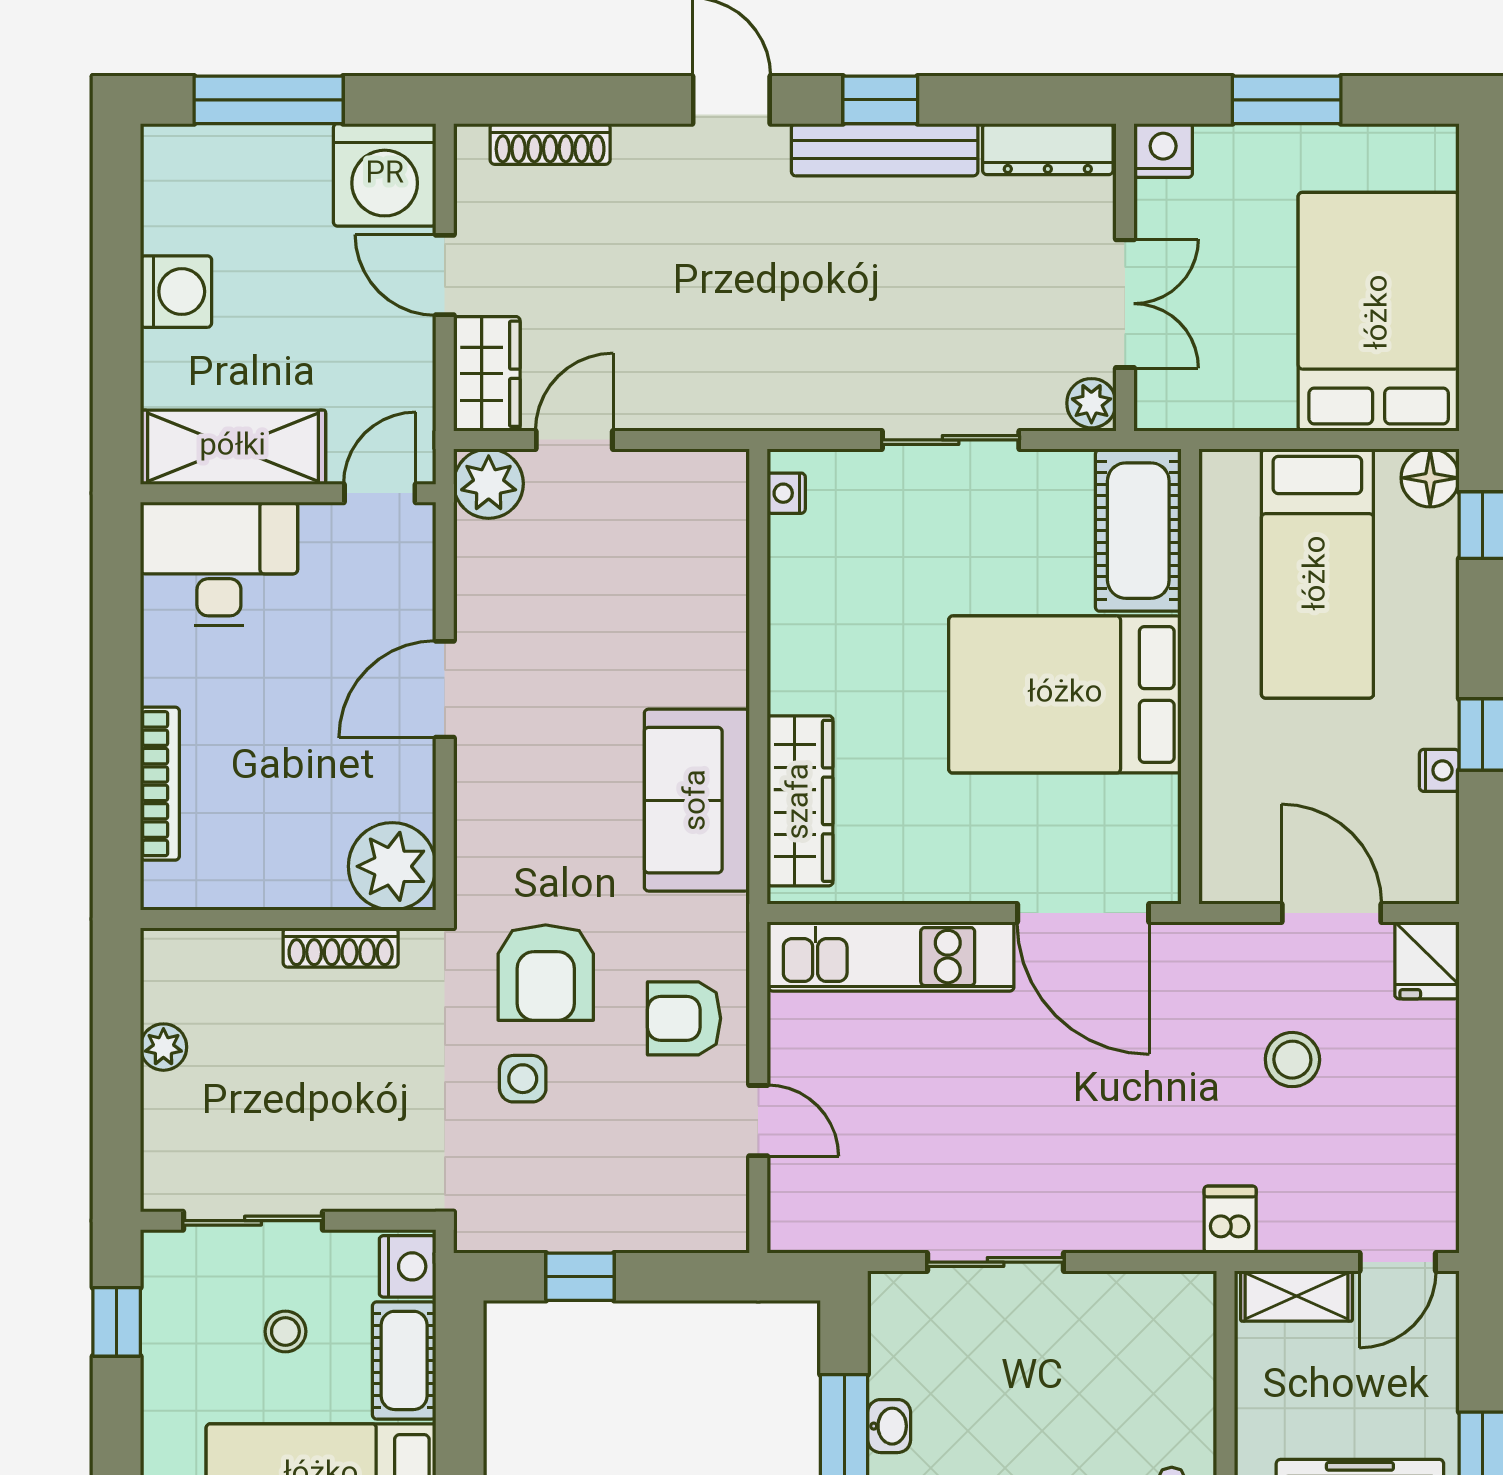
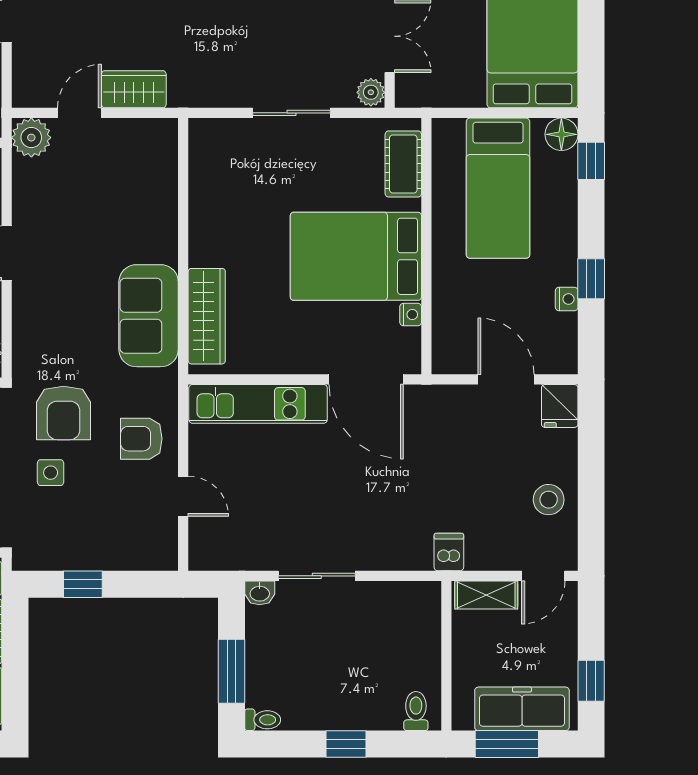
wardrobe: (487, 374) -> (134, 89), moved, turned -90
nightstand: (786, 493) -> (411, 315), moved, turned 180
cot: (1138, 531) -> (403, 164), width x0.73, depth x0.75
stool: (1292, 1060) -> (549, 500), moved
washbasin: (889, 1426) -> (260, 593), moved, turned 90

